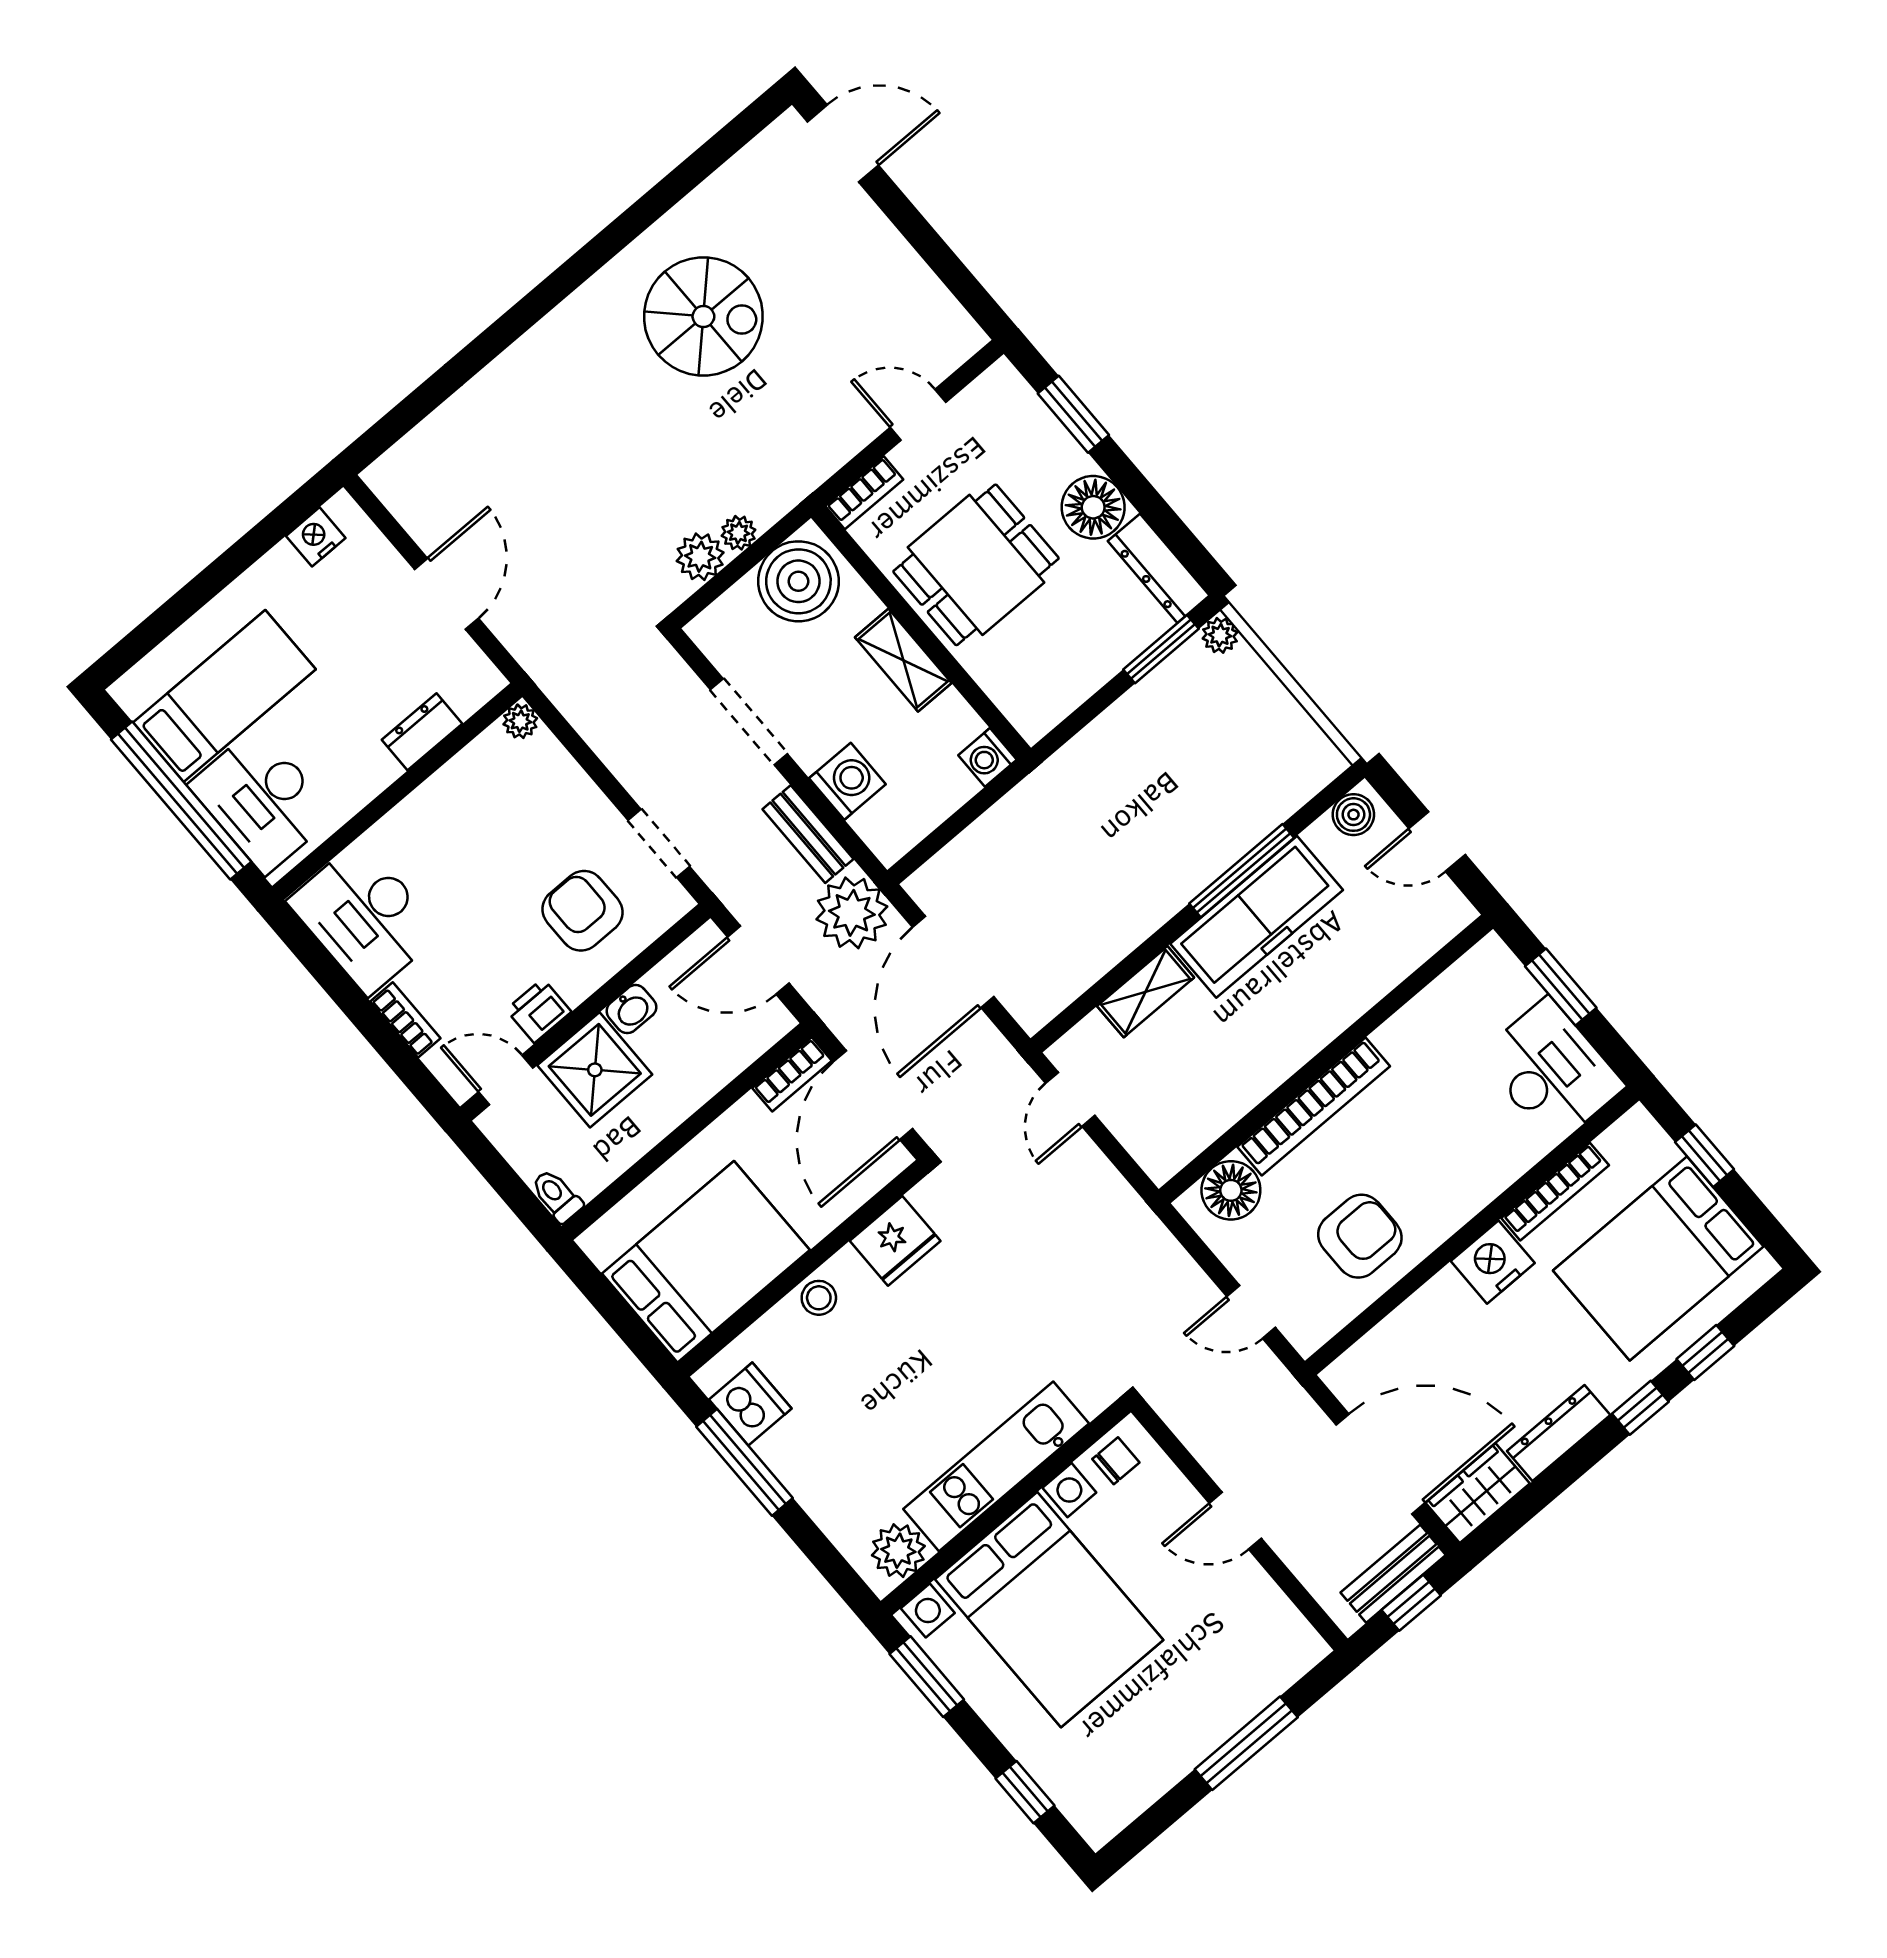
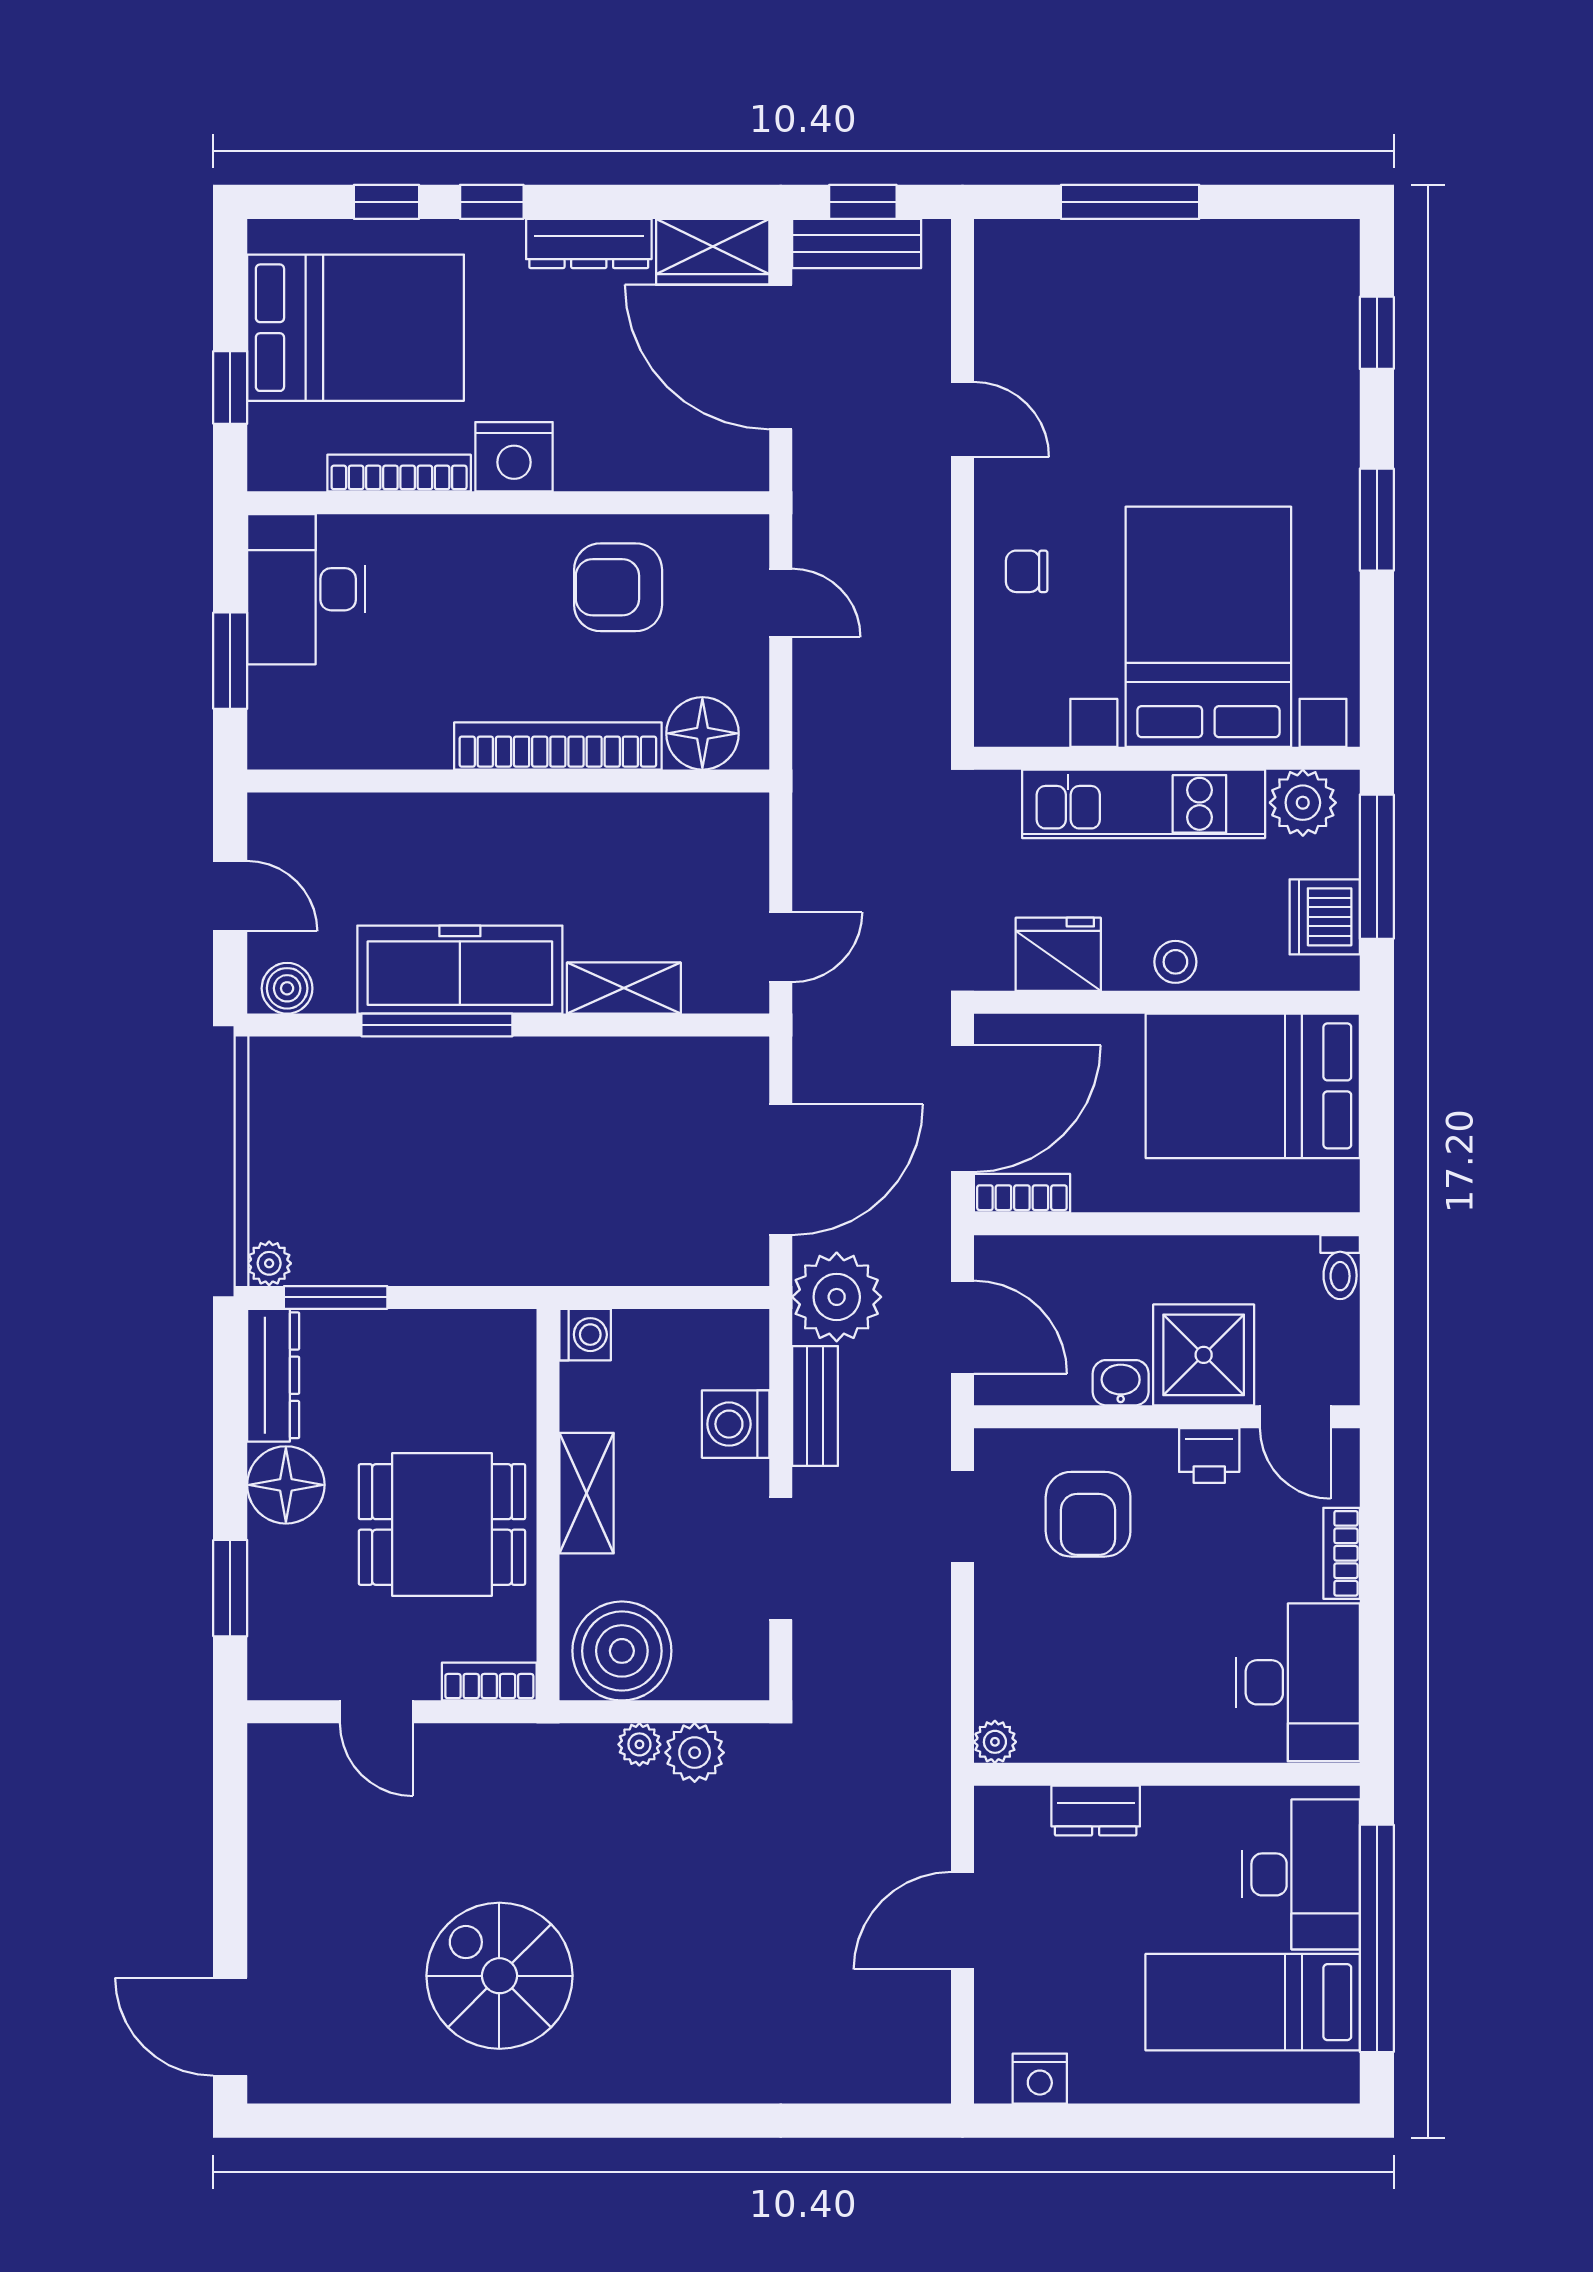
kitchen unit: (996, 1466) -> (1144, 804), moved
wall: (1006, 1507) -> (1167, 758), moved
plant: (898, 1551) -> (1303, 803), moved
bed with nightstands: (1049, 1610) -> (1208, 627), moved

